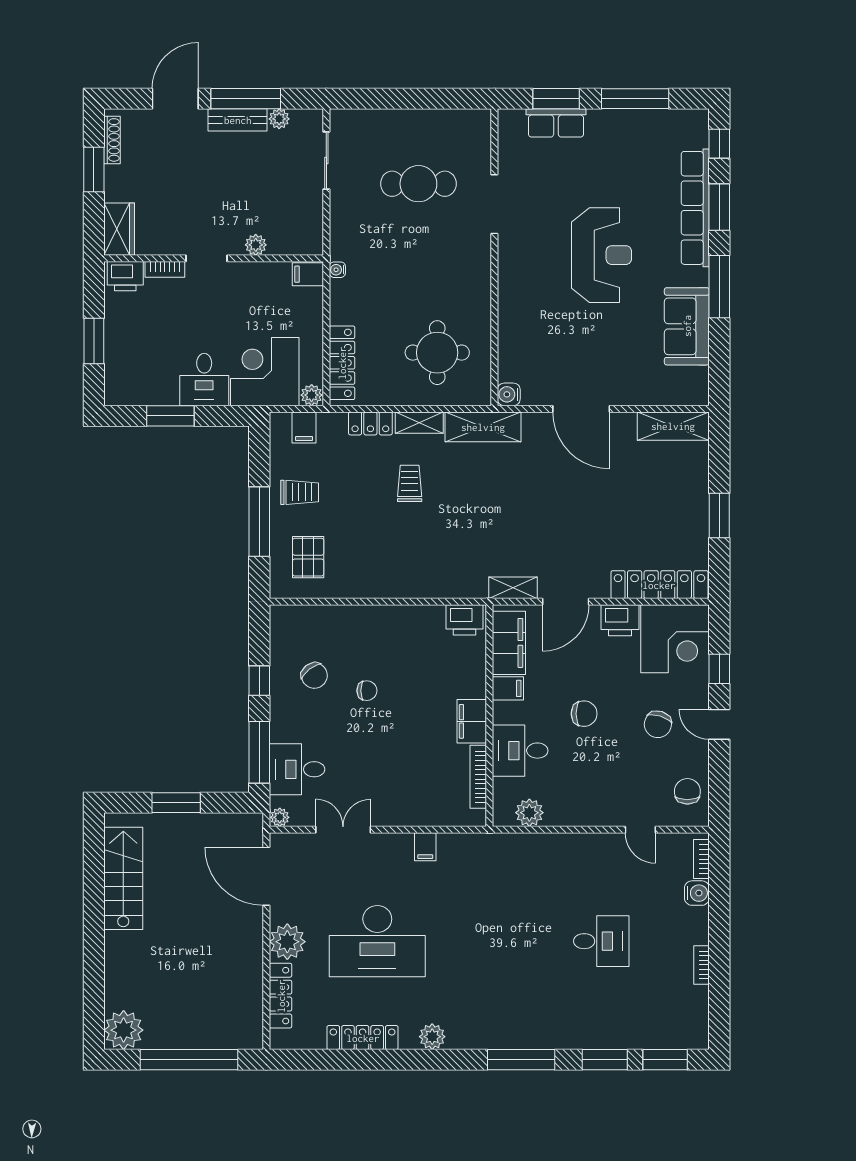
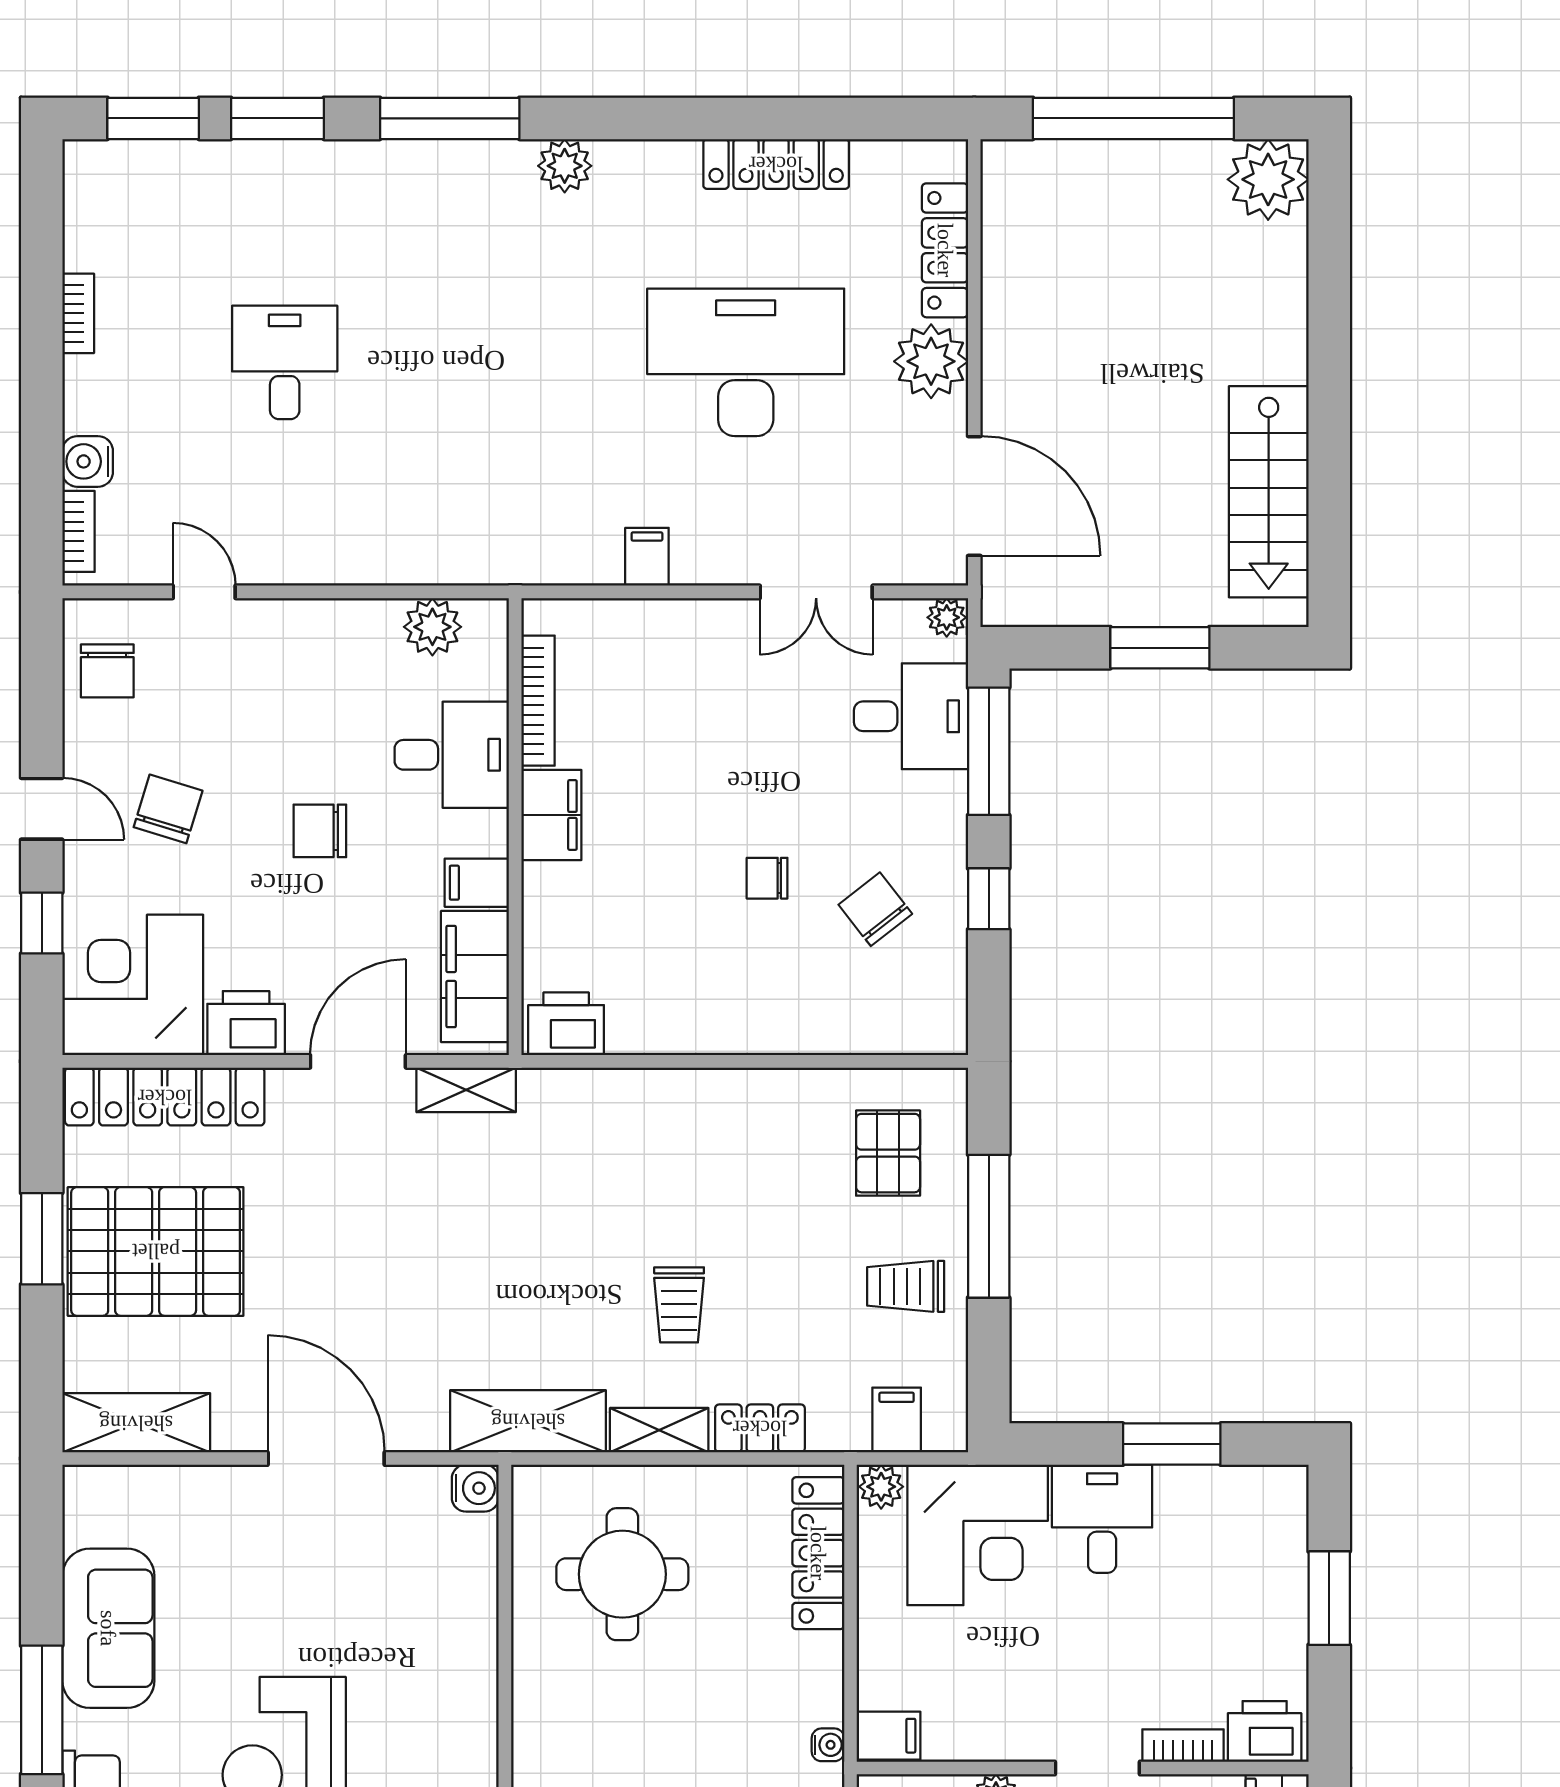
pallet: (664, 509) -> (156, 1251), added
desk: (601, 941) -> (285, 362), turned 90
plant: (432, 1037) -> (565, 166), moved

